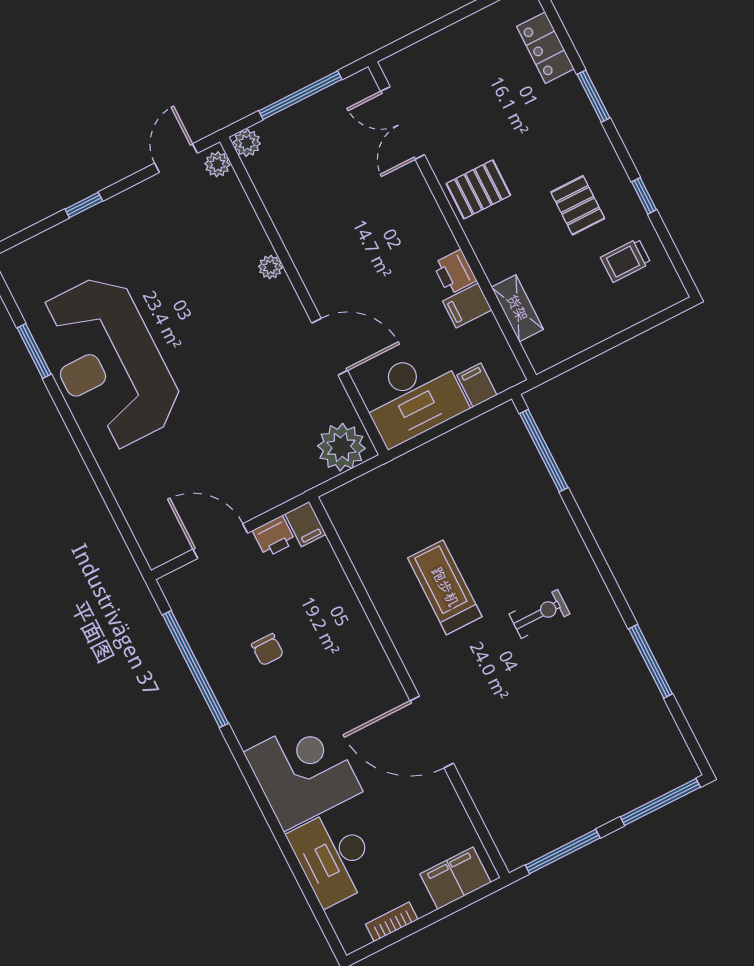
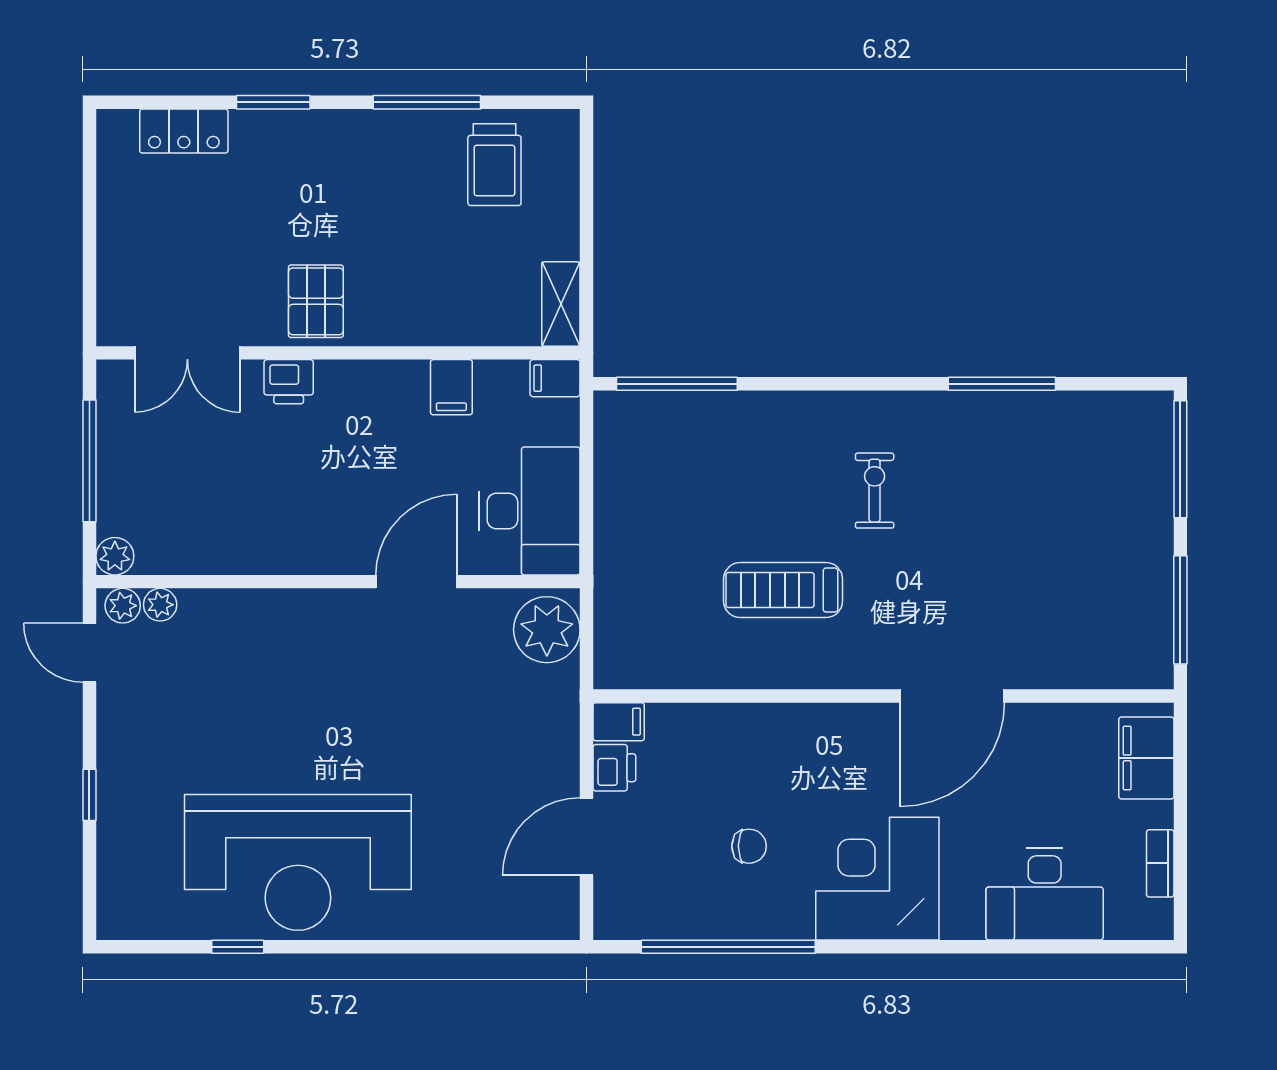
window: (644, 196) -> (427, 102), width x2.17
pallet: (578, 205) -> (397, 189), removed
trolley: (626, 260) -> (494, 165), width x1.36, depth x1.39
plant: (270, 267) -> (160, 605), moved
printer: (455, 272) -> (289, 382), moved
shelving: (517, 308) -> (561, 304), moved, turned 90
window: (34, 351) -> (238, 947), width x0.67
filing cabinet: (477, 385) -> (555, 378), moved
corner desk: (303, 772) -> (877, 879), moved

